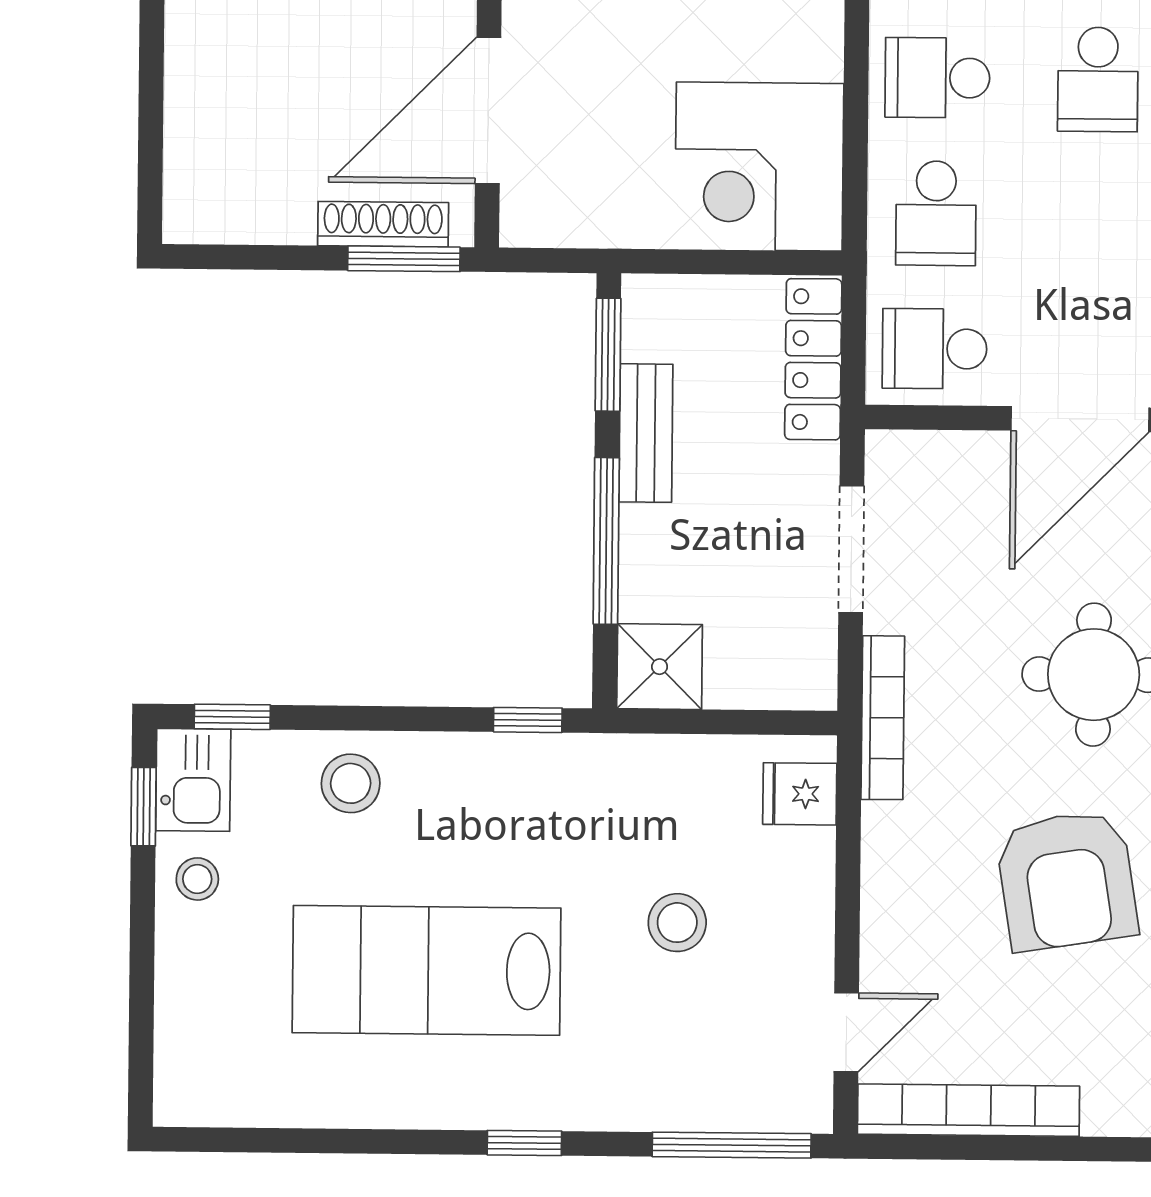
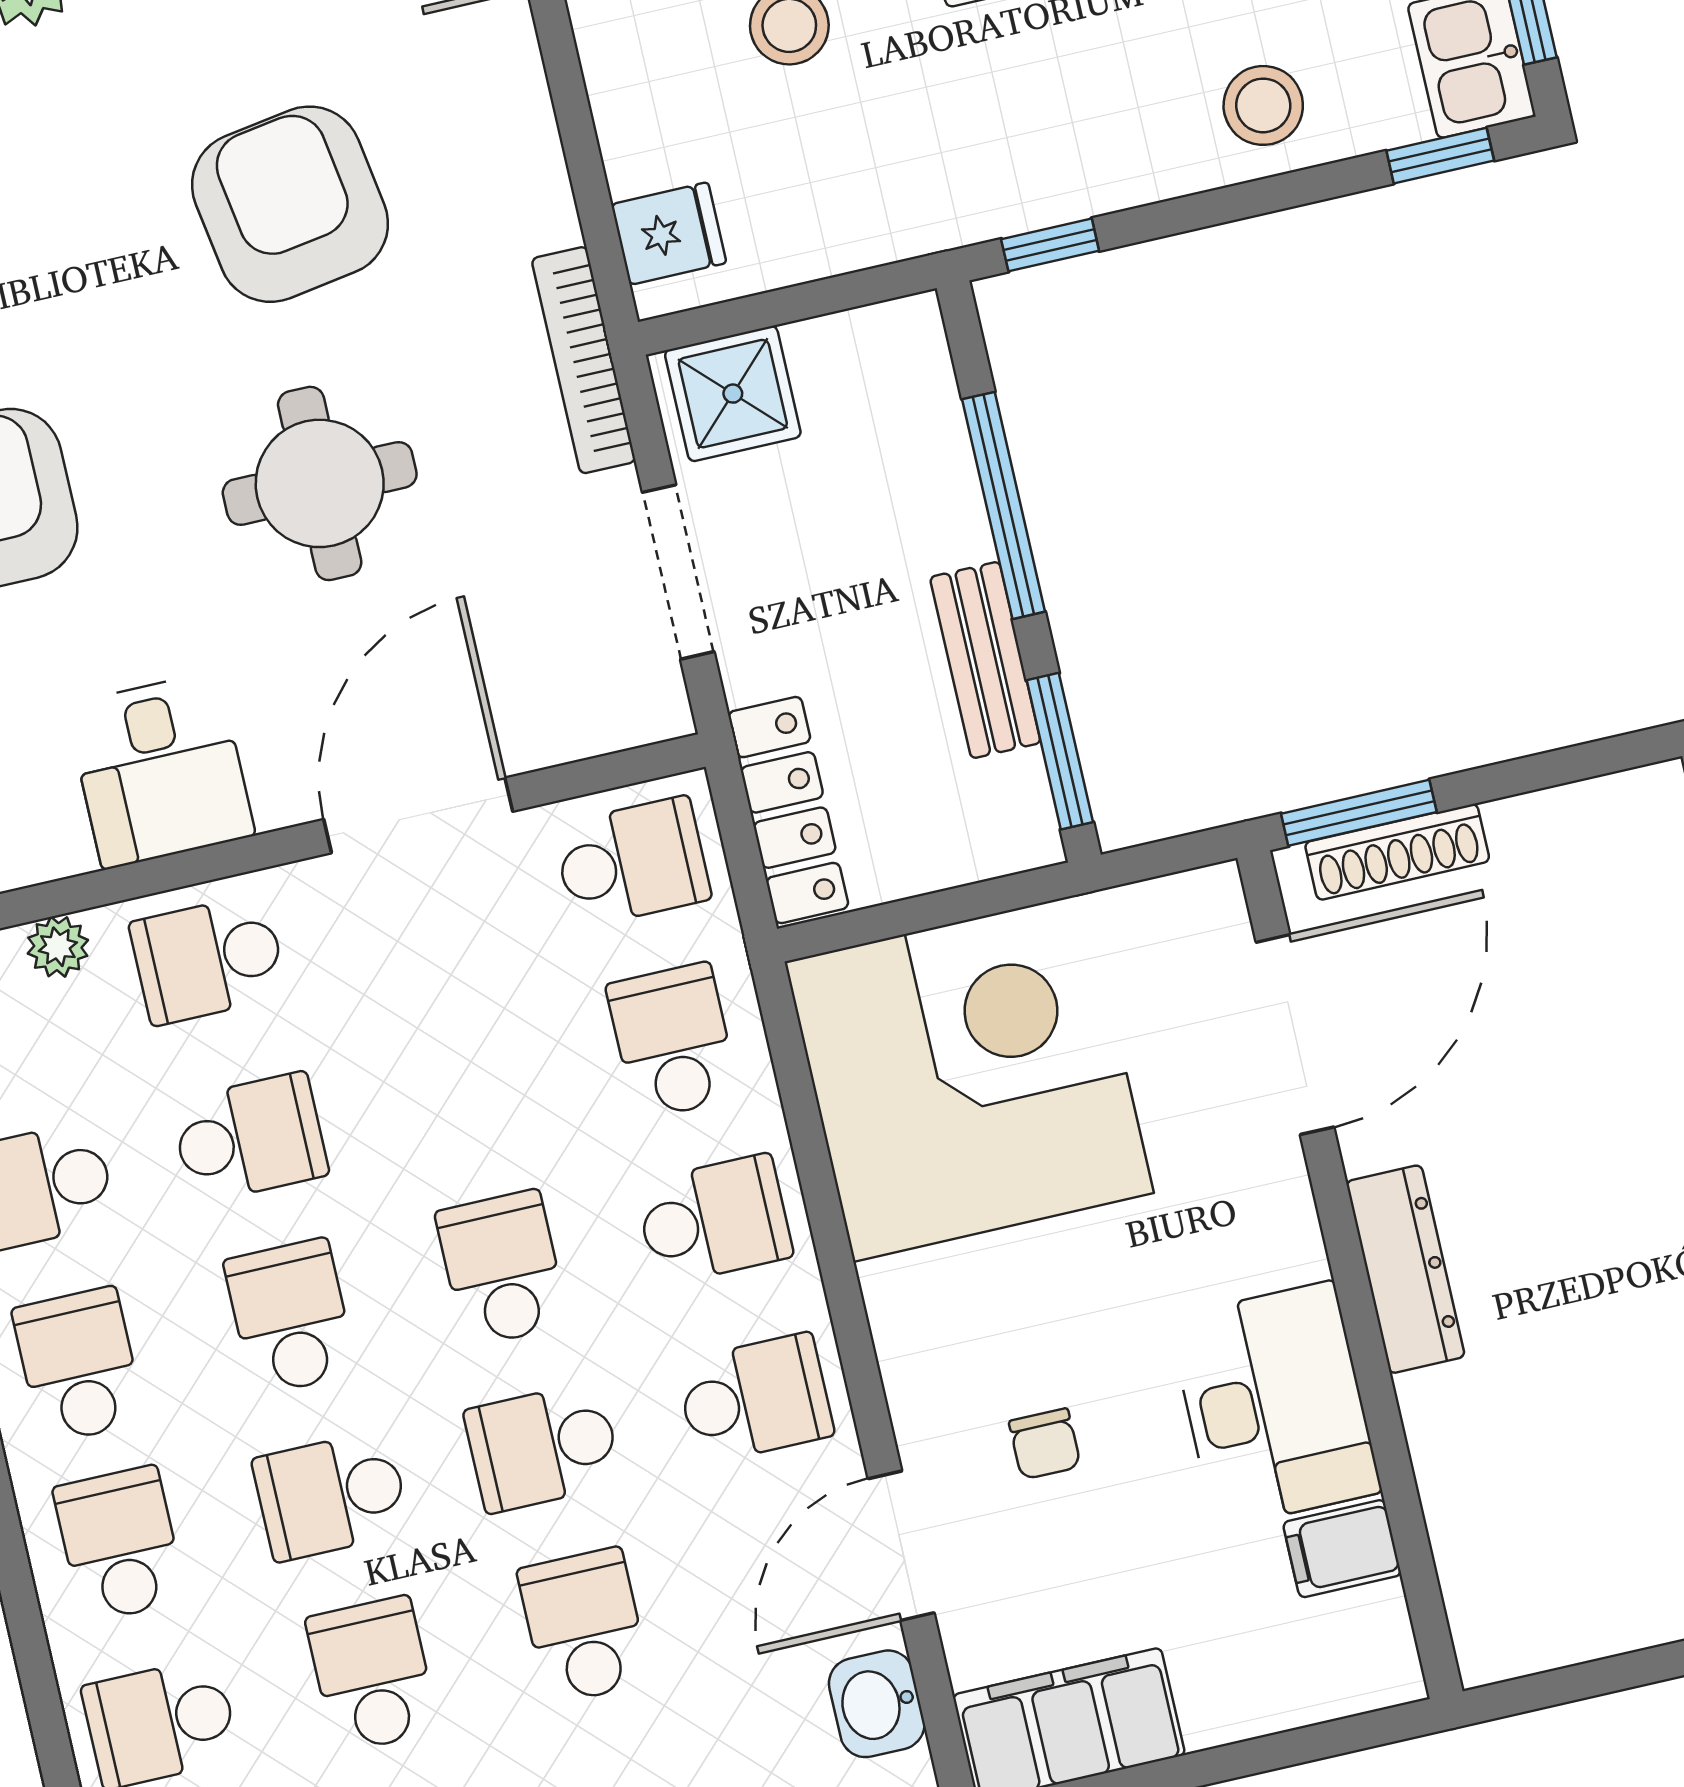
corner desk: (759, 167) -> (969, 1077), width x1.36, depth x1.36
shower: (660, 667) -> (733, 394), moved

